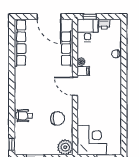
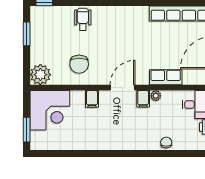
row of seats: (67, 49) -> (166, 77), width x0.68
filing cabinet: (83, 109) -> (92, 99), added

